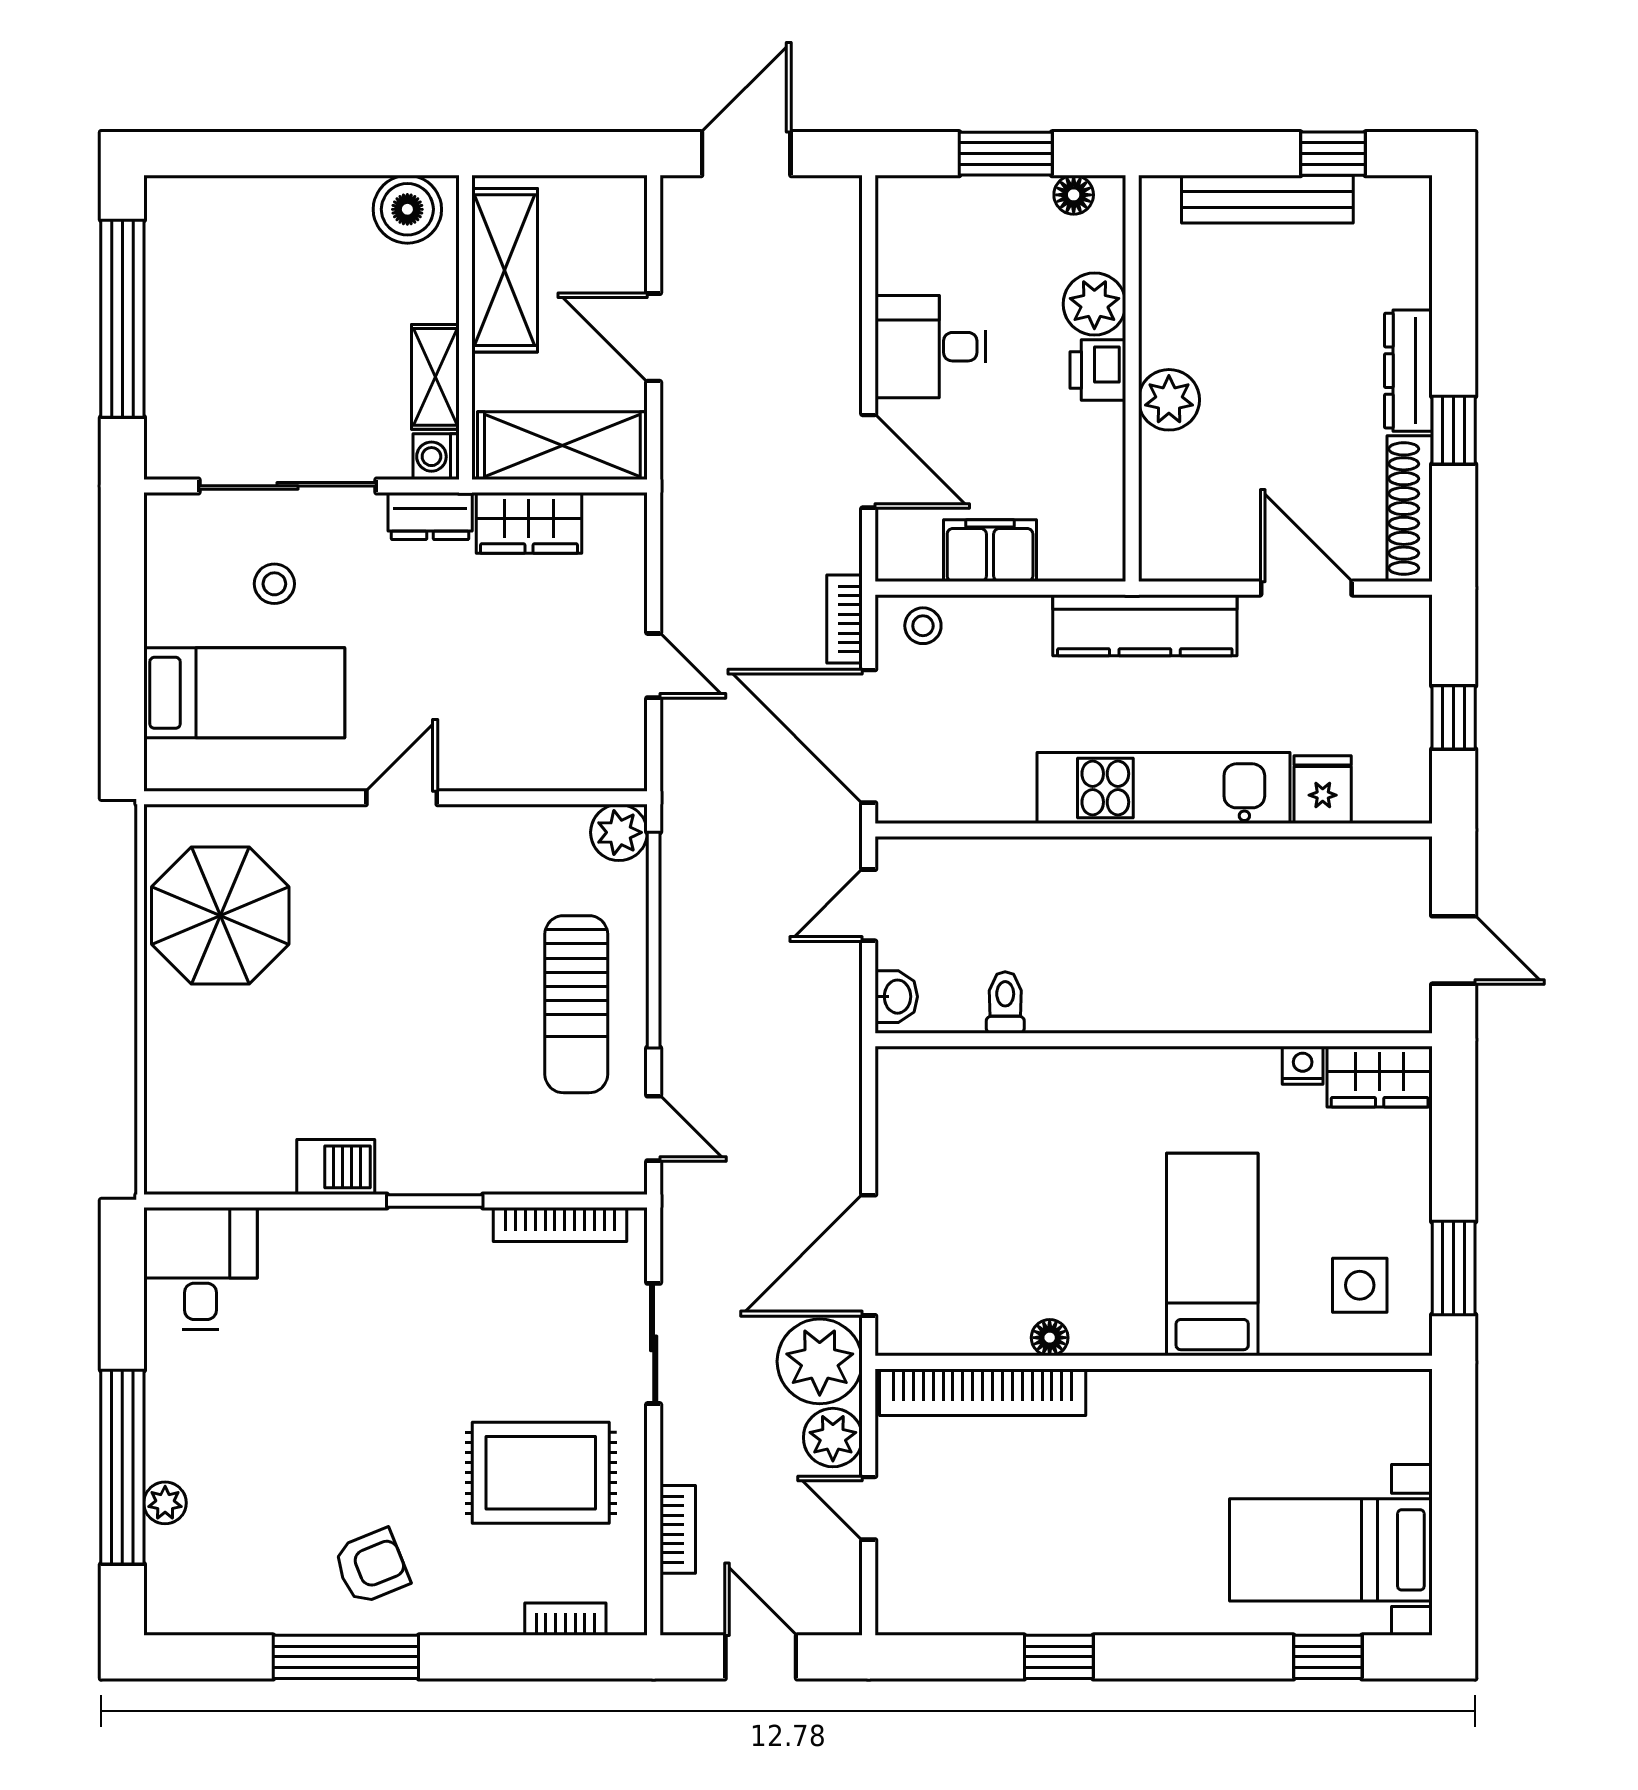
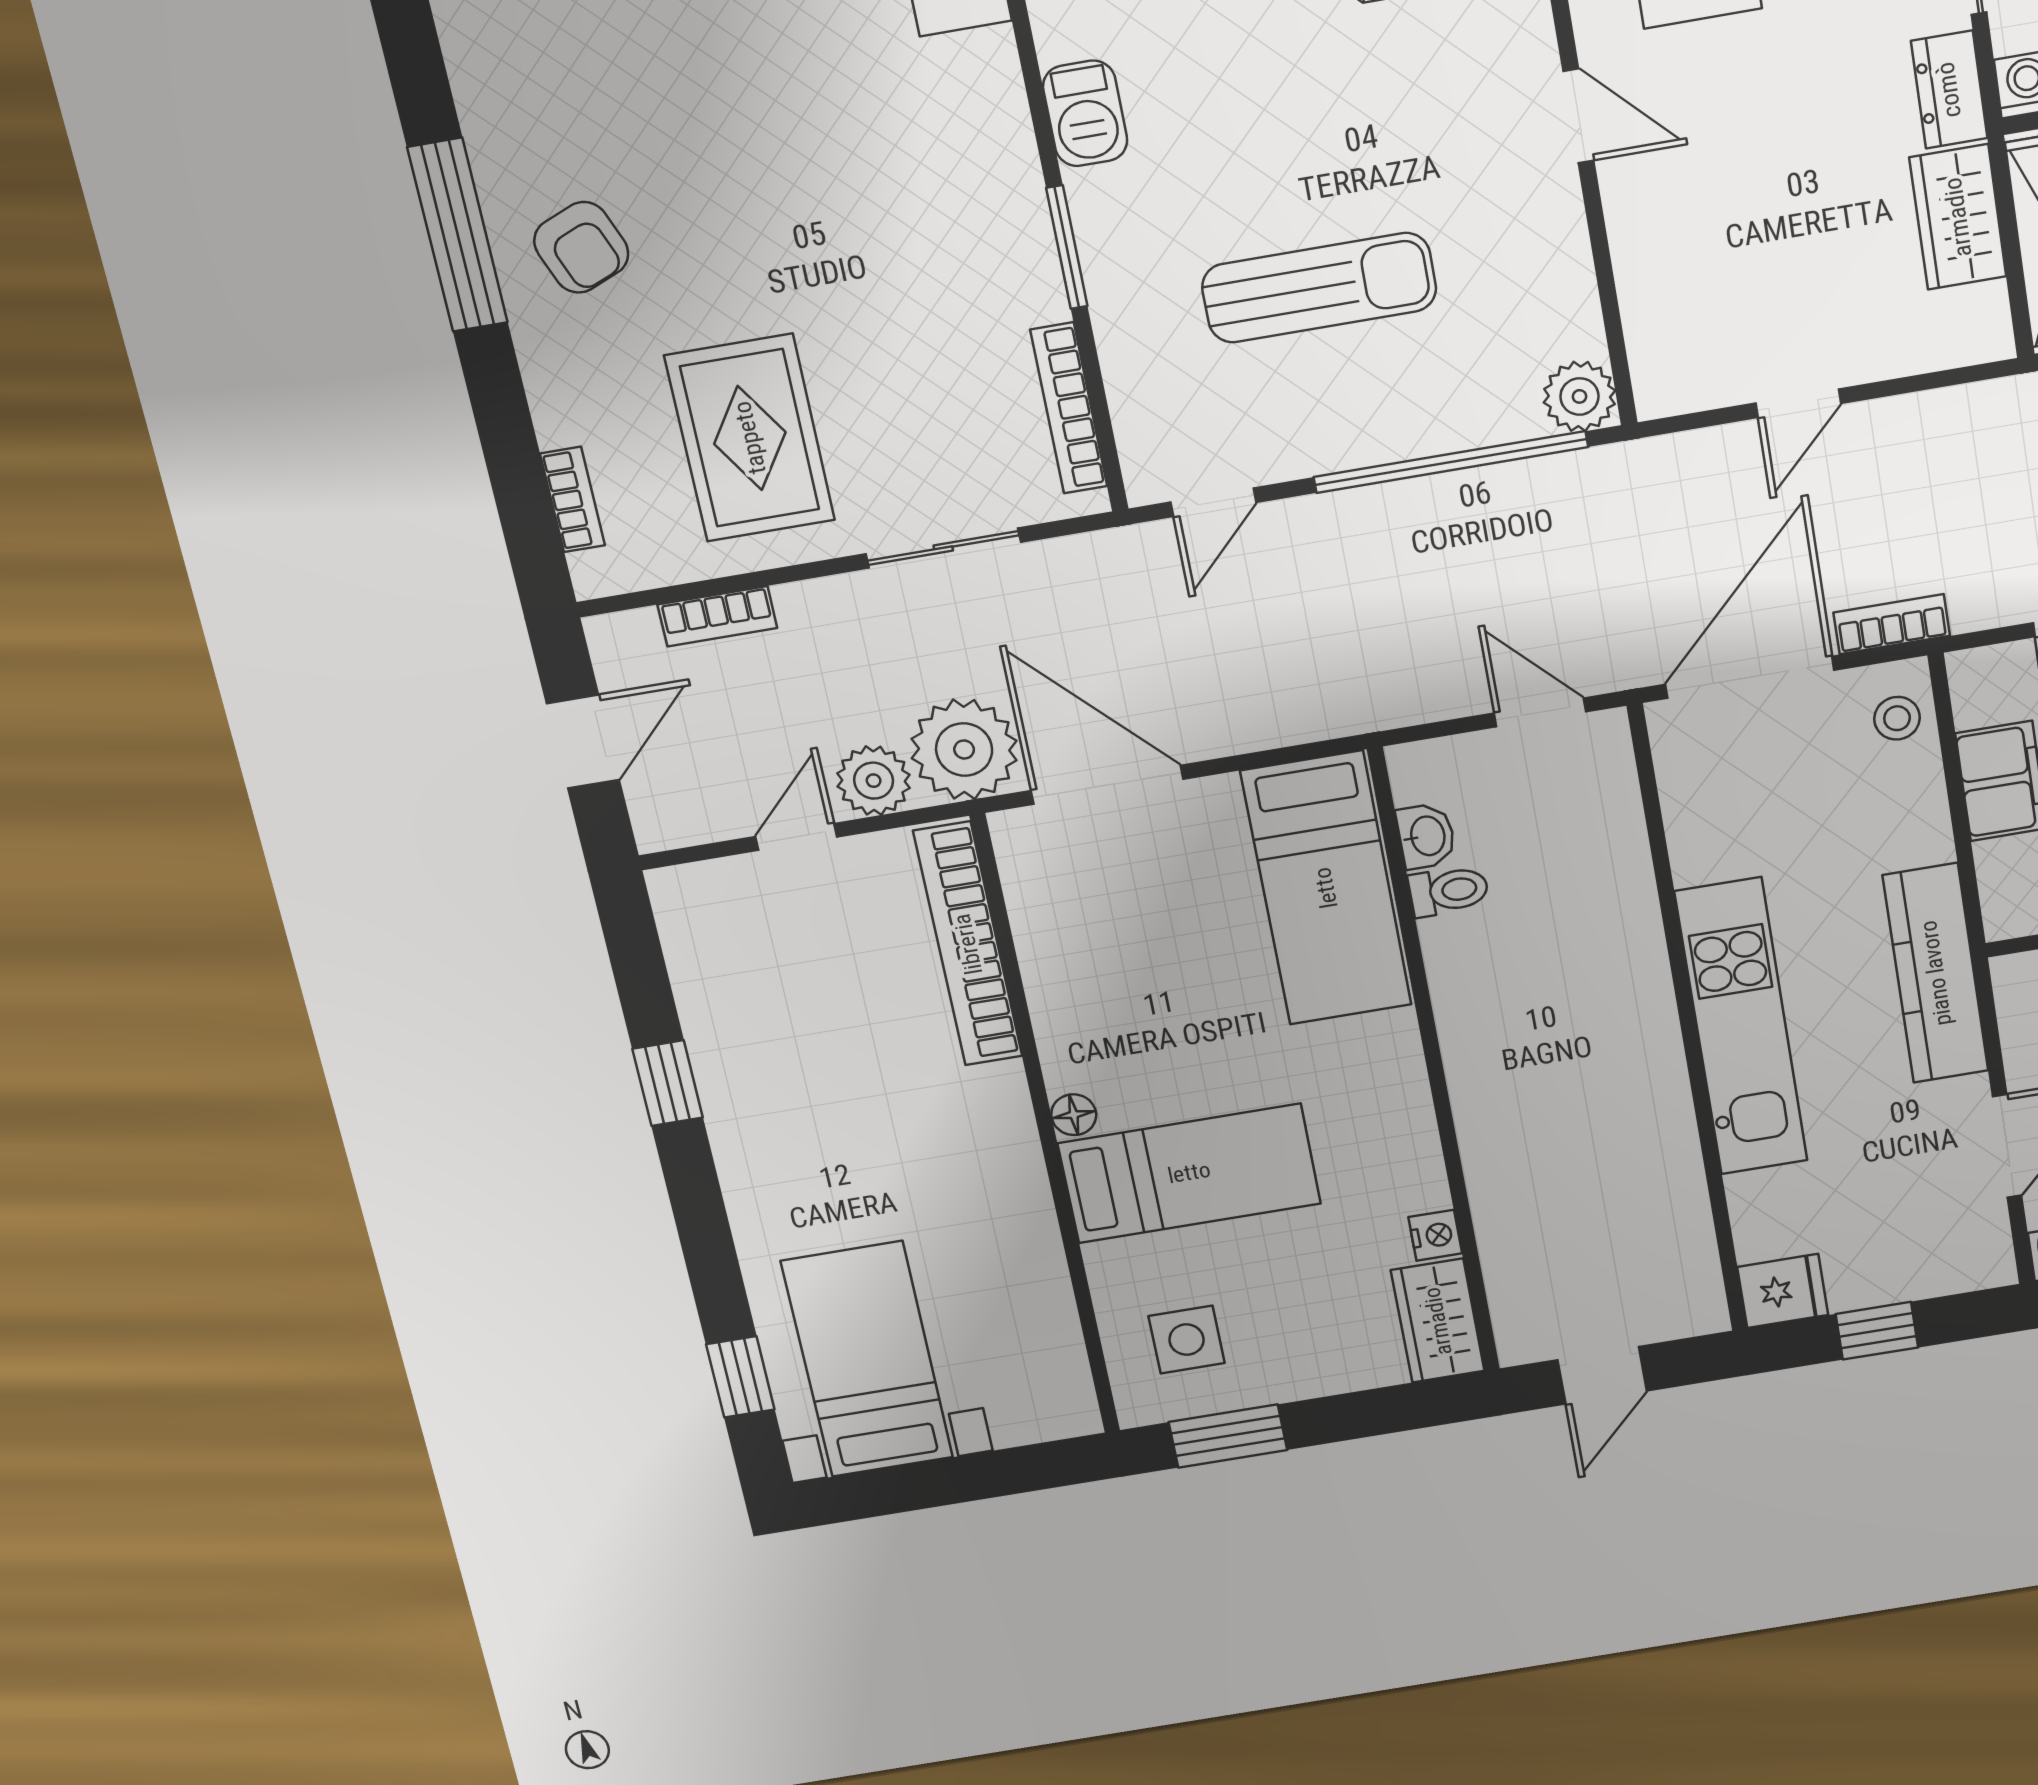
fridge: (1323, 790) -> (1783, 1291), moved
washbasin: (896, 997) -> (1426, 836), moved, turned -90
sun lounger: (576, 1004) -> (1319, 288), moved, turned 180
bed: (986, 1099) -> (1326, 888), added
floor lamp: (1050, 1338) -> (1074, 1115), moved

